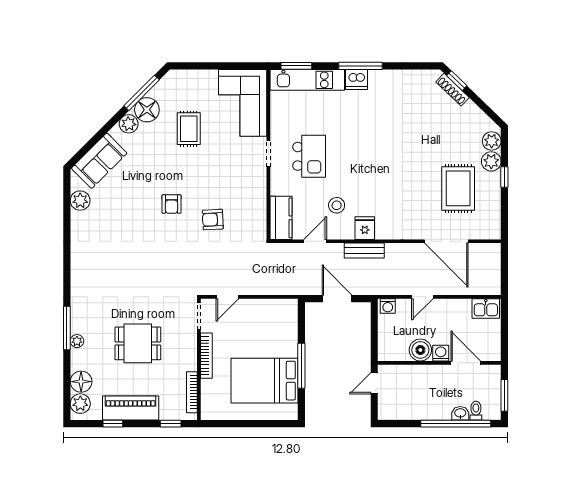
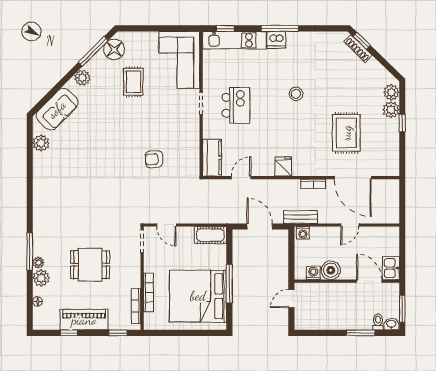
window: (296, 66) -> (225, 28), width x0.67
floor lamp: (147, 110) -> (114, 49), moved
rug: (458, 188) -> (346, 133), moved
armchair: (171, 204) -> (119, 146), removed
stool: (337, 205) -> (296, 94), moved
bookcase: (400, 249) -> (313, 184), added
bench: (364, 251) -> (301, 217), moved
door: (227, 297) -> (166, 225), hinge flipped
door: (422, 297) -> (350, 225), moved
kitchen sink: (486, 308) -> (391, 268), moved, turned 90
cot: (279, 309) -> (210, 235), added
washing machine: (441, 353) -> (313, 273), moved
bookcase: (206, 356) -> (149, 292), moved
bed: (264, 381) -> (198, 296), width x1.36
floor lamp: (81, 382) -> (38, 301), width x0.53, depth x0.53
plant: (80, 404) -> (41, 278), moved
washbasin: (460, 413) -> (391, 324), moved
window: (456, 424) -> (361, 333), width x0.47

